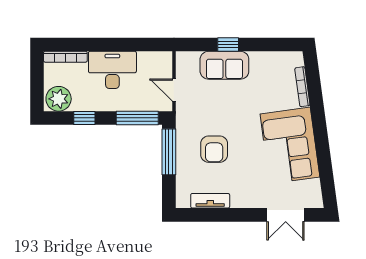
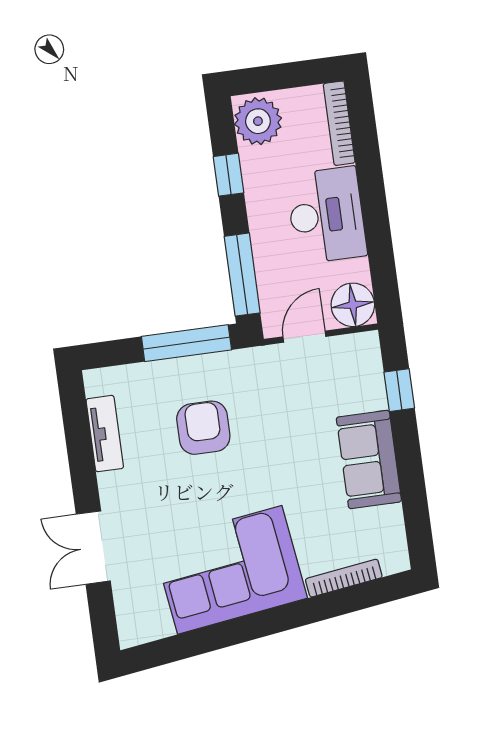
window: (228, 44) -> (399, 390), moved
floor lamp: (161, 63) -> (353, 305), added
sofa: (224, 65) -> (369, 459), moved
armchair: (214, 149) -> (203, 428), turned 90
double door: (286, 215) -> (93, 548), moved

